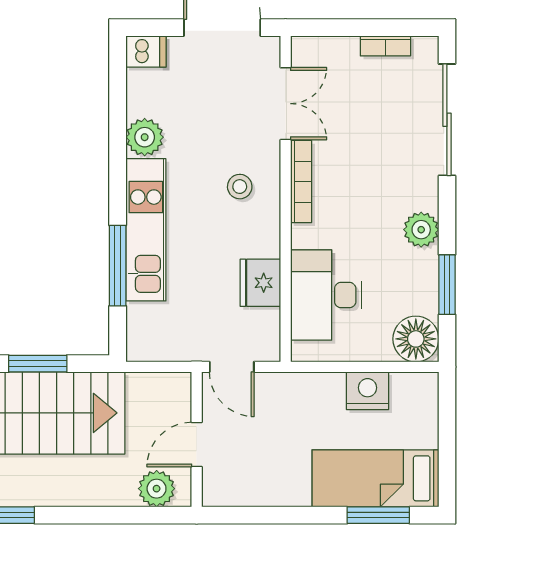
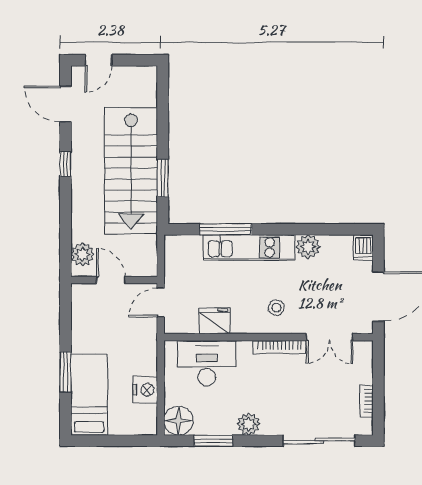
window: (378, 515) -> (66, 372), moved

